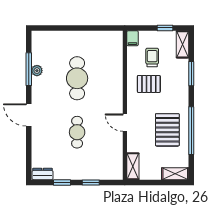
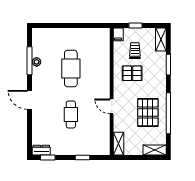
window: (165, 28) -> (136, 26), moved
window: (62, 182) -> (48, 157), moved

